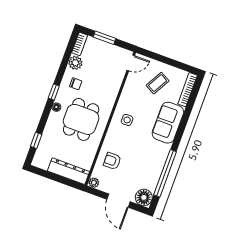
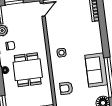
coffee table: (158, 83) -> (70, 14), removed
sofa: (168, 123) -> (96, 70), moved

